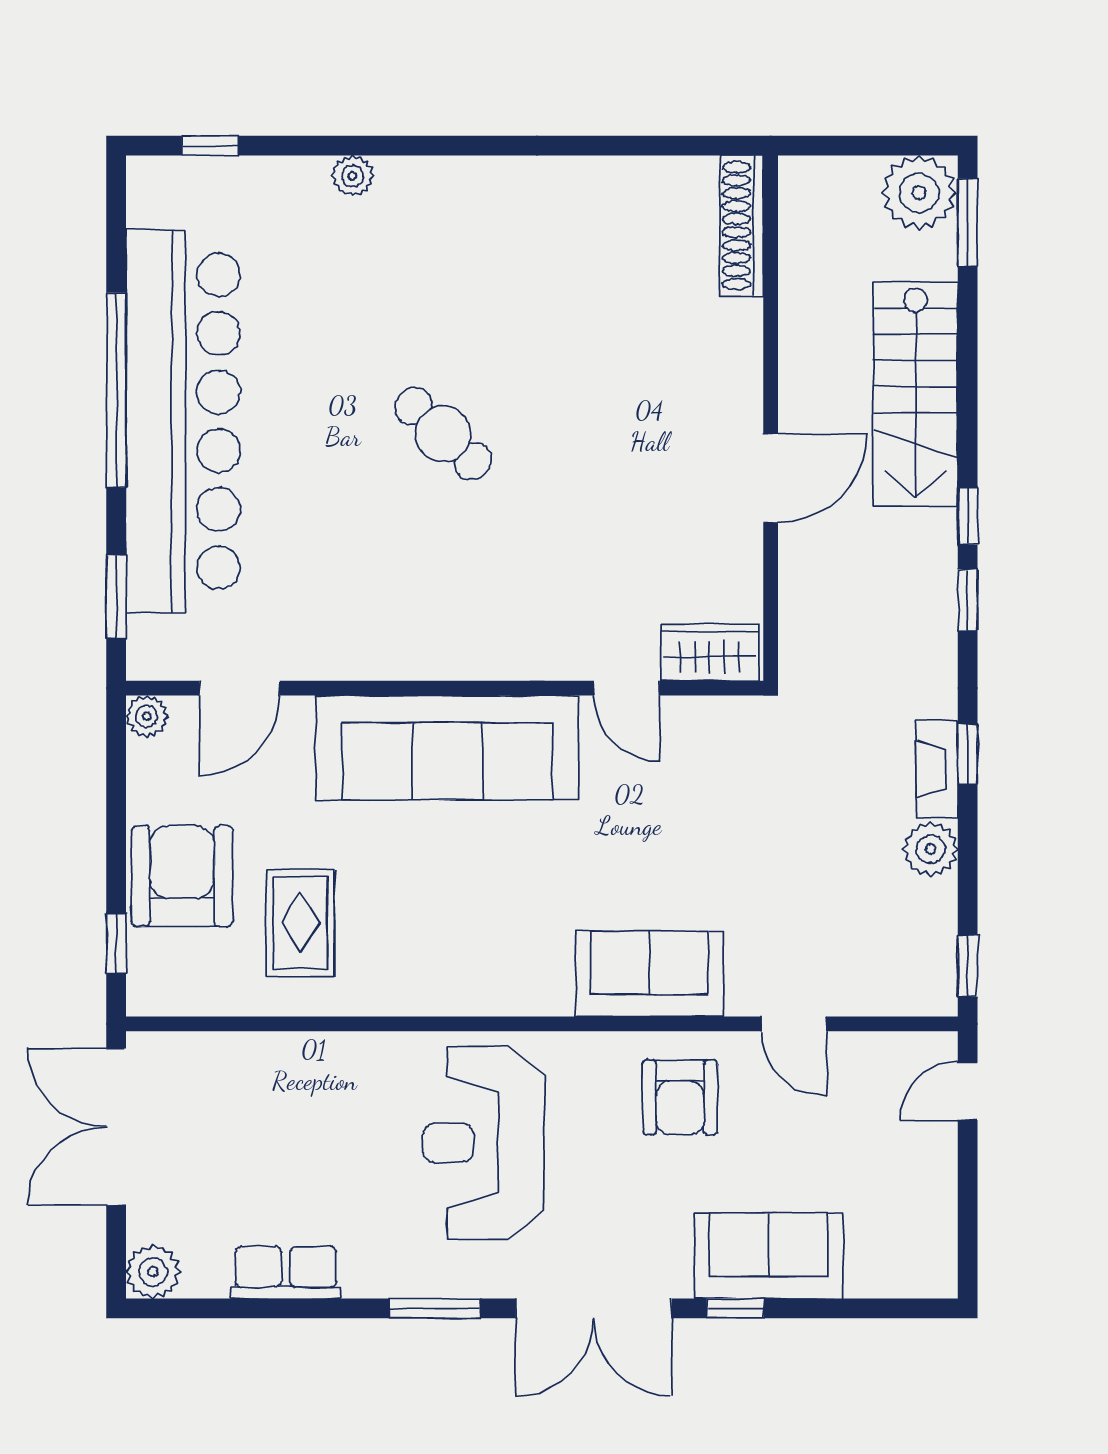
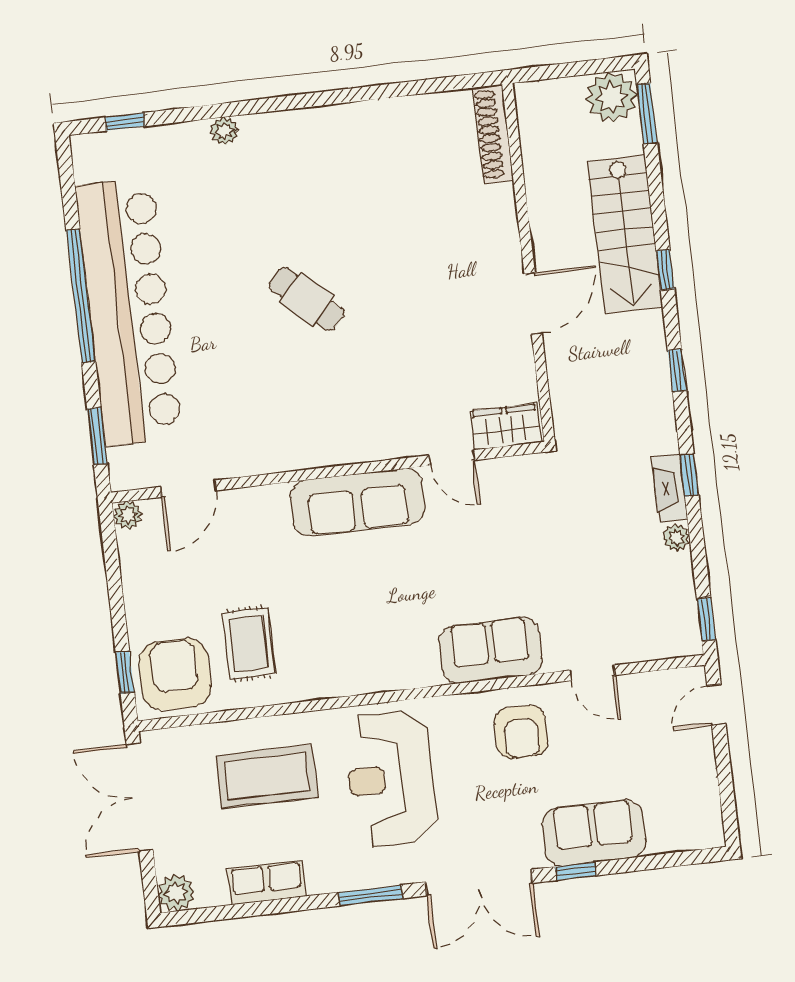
window: (968, 516) -> (665, 270), moved
sofa: (447, 748) -> (358, 502), width x0.74, depth x0.79
plant: (931, 849) -> (676, 537), width x0.73, depth x0.73
armchair: (182, 876) -> (175, 674), moved
coffee table: (304, 1119) -> (267, 776), added

